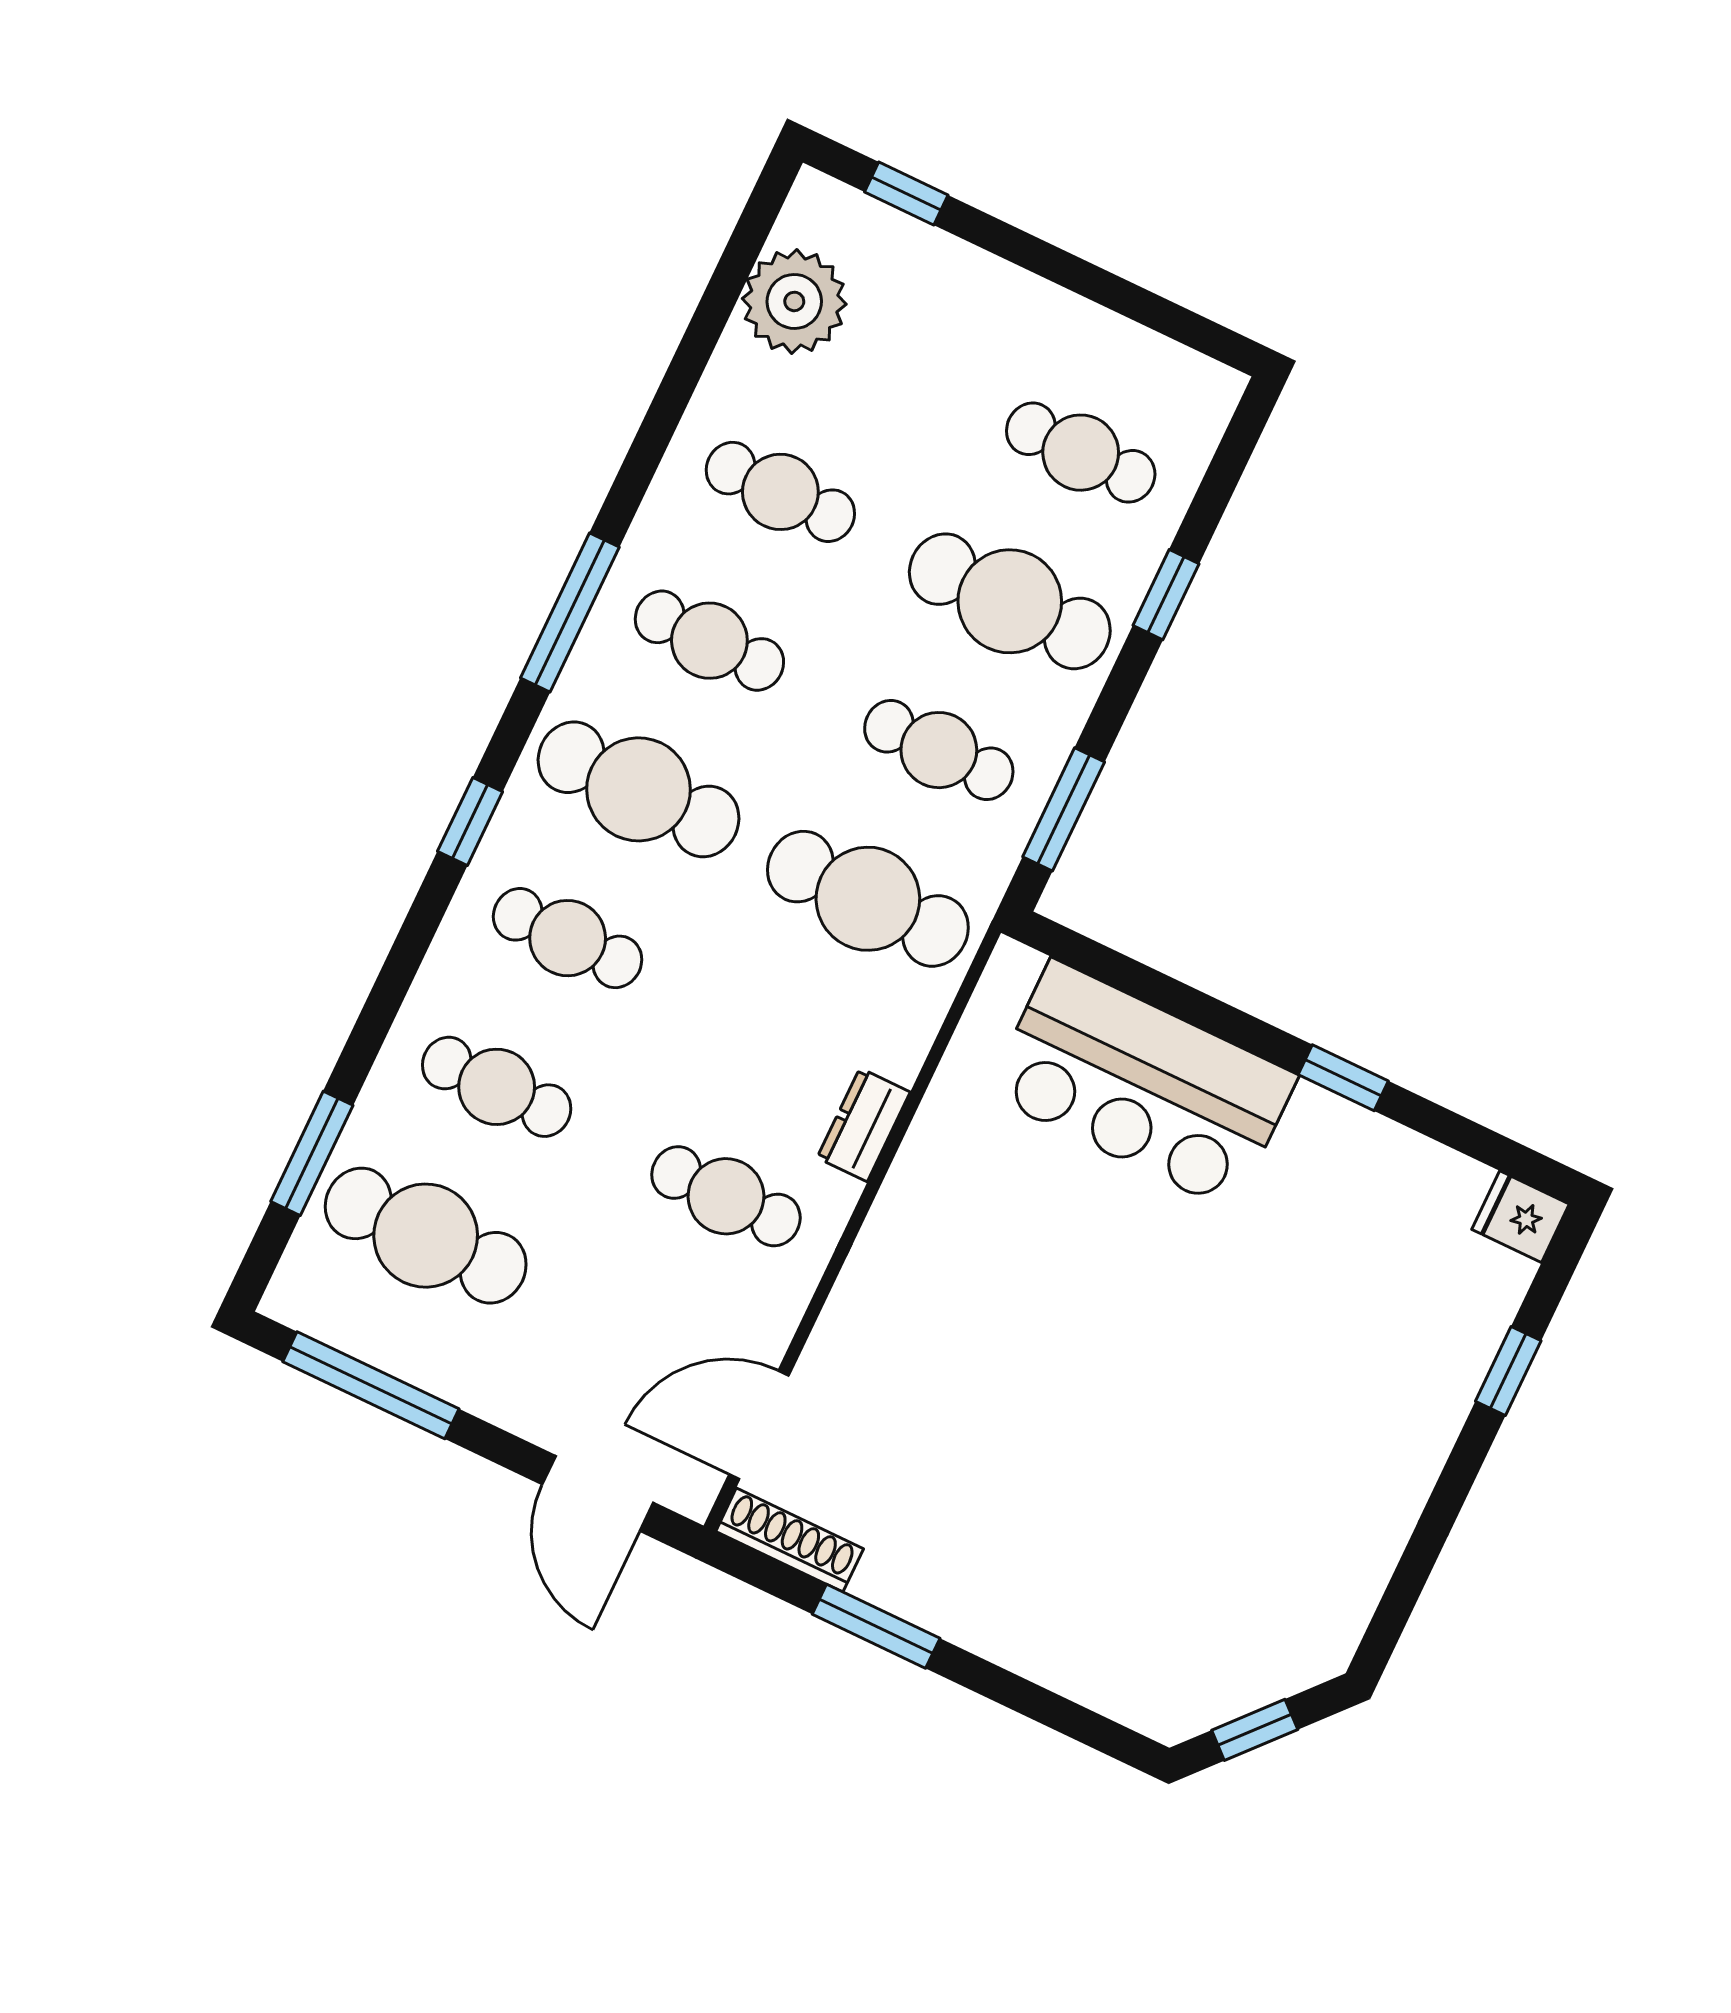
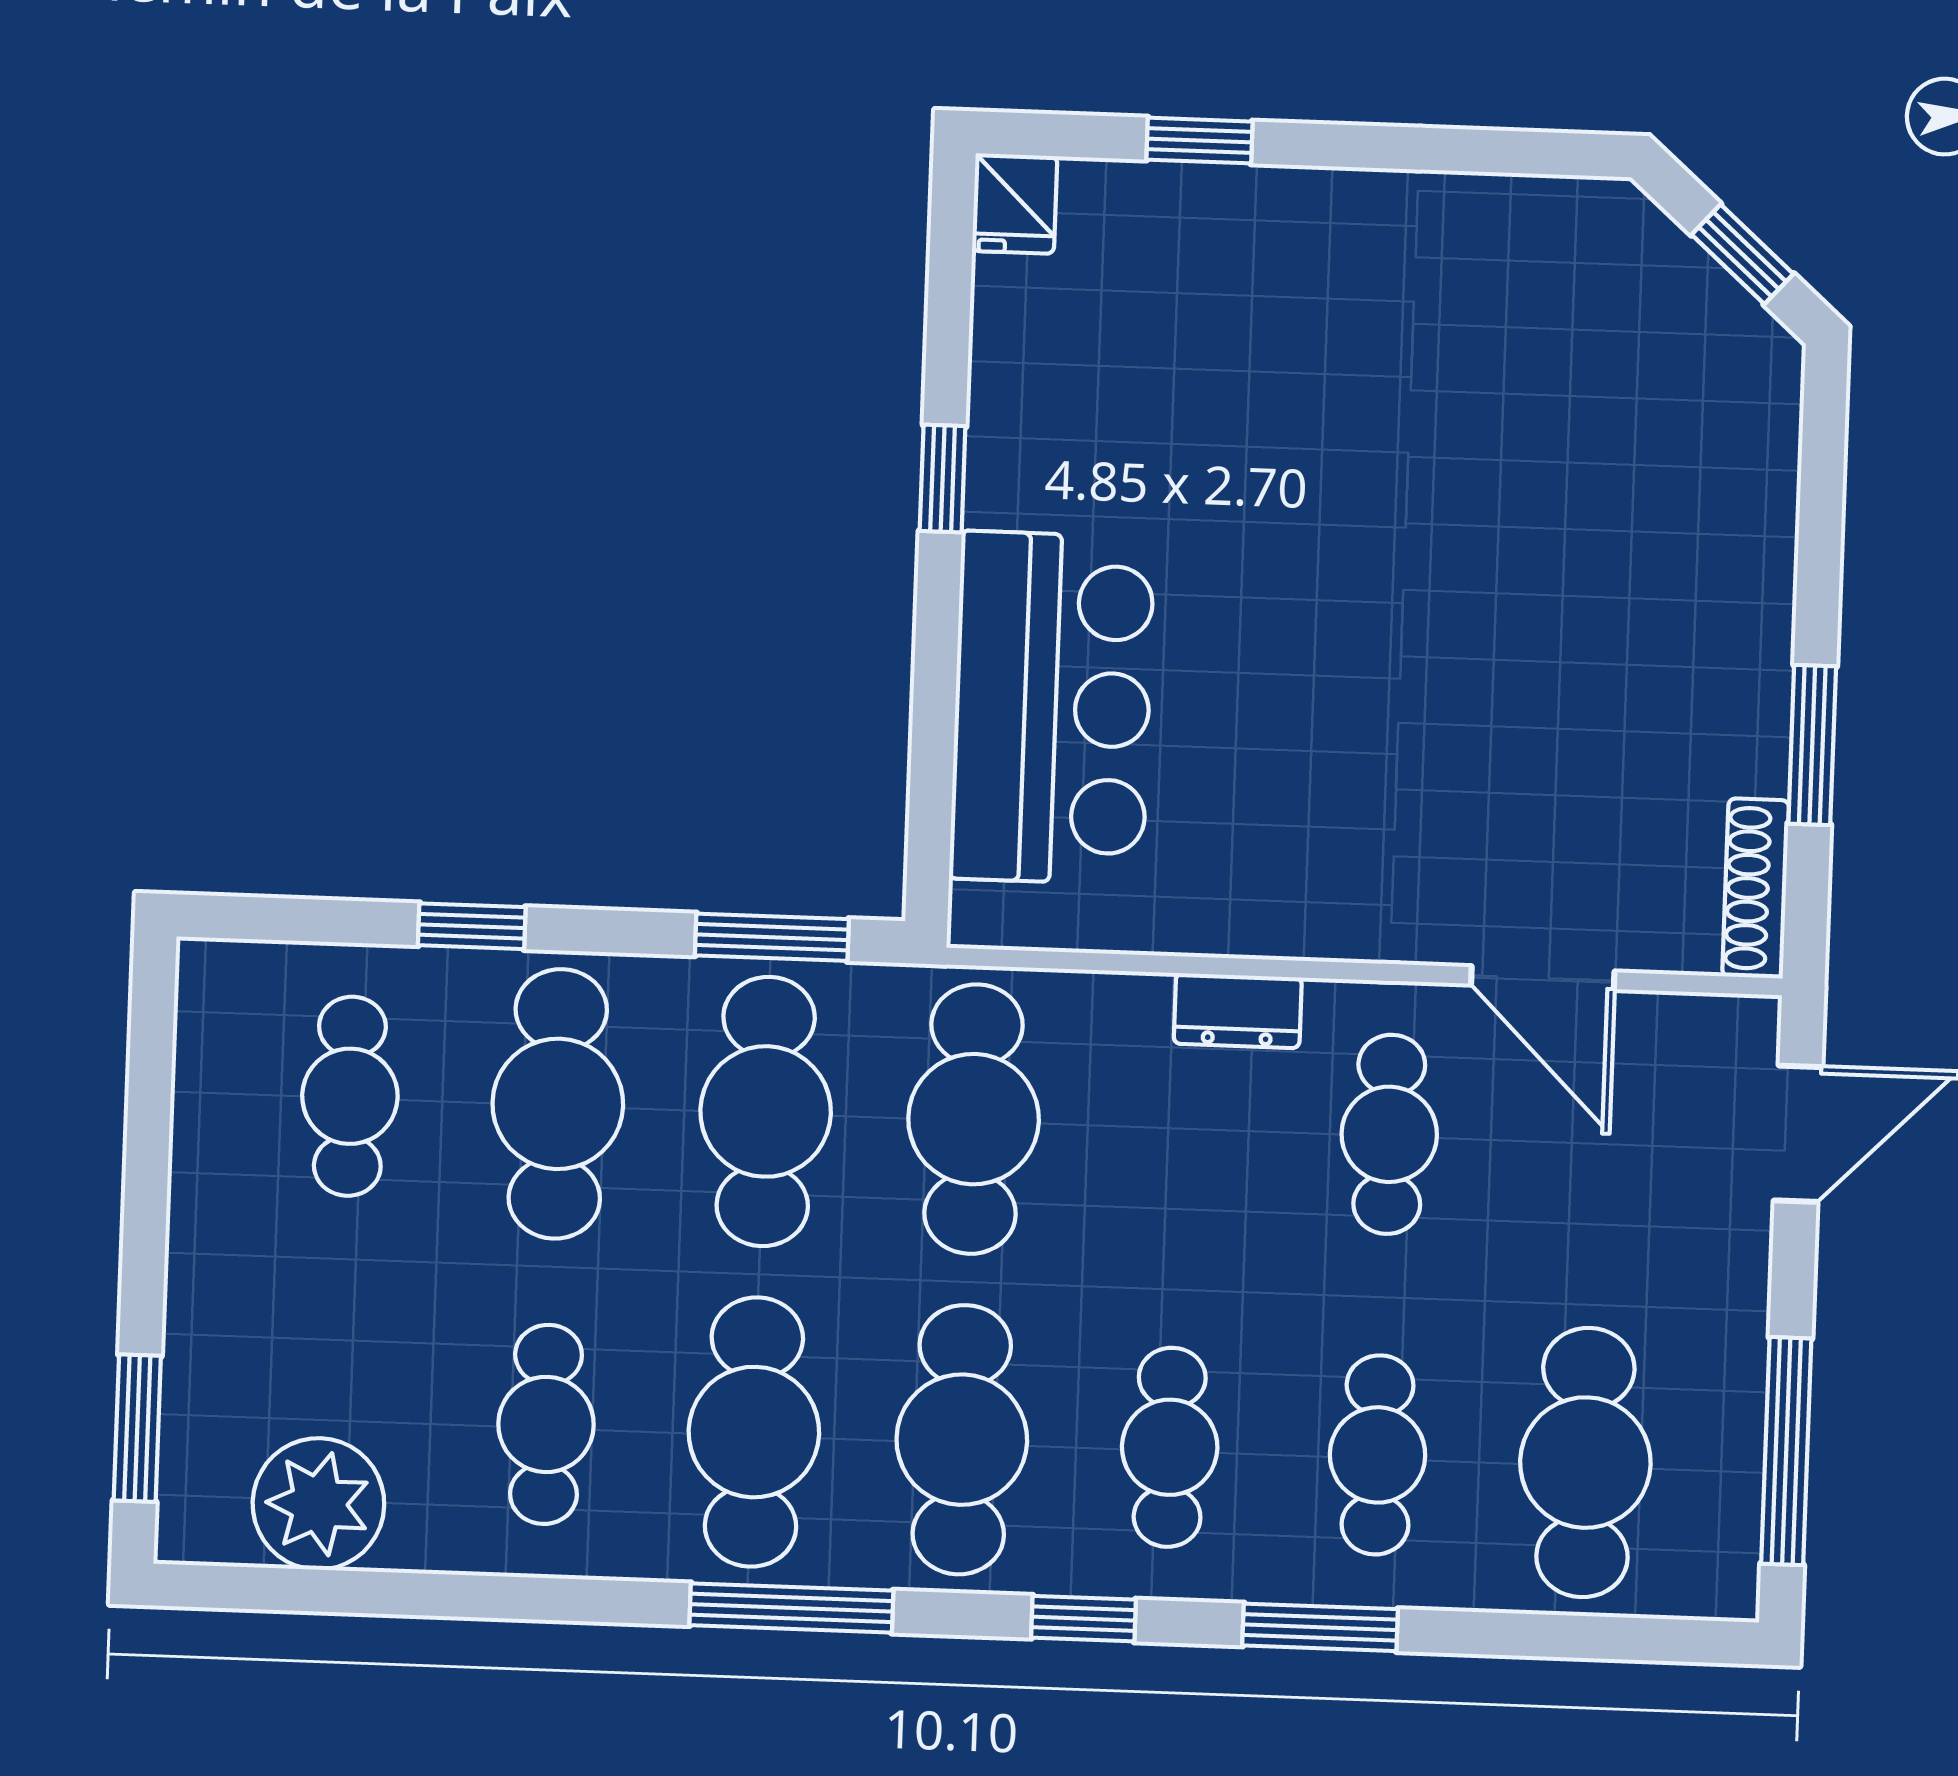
window: (906, 194) -> (137, 1428), width x1.50
cafe table: (709, 641) -> (754, 1432), width x1.37, depth x1.35
cafe table: (939, 750) -> (766, 1111), width x1.37, depth x1.35
window: (312, 1153) -> (1320, 1627), moved
door: (759, 1425) -> (1543, 978), moved

